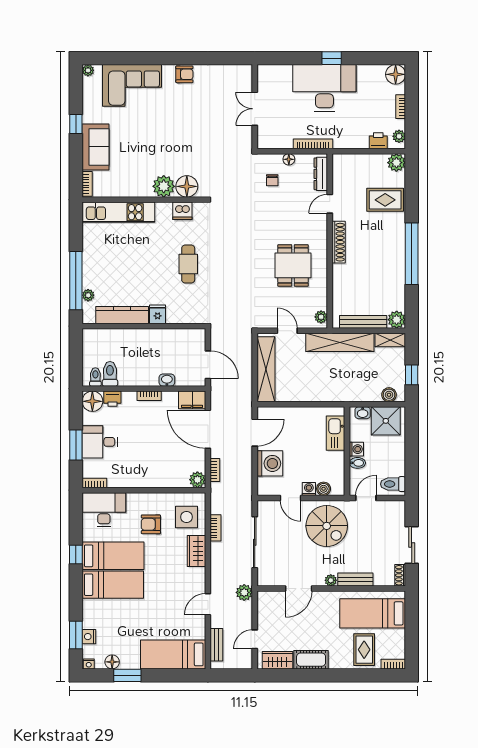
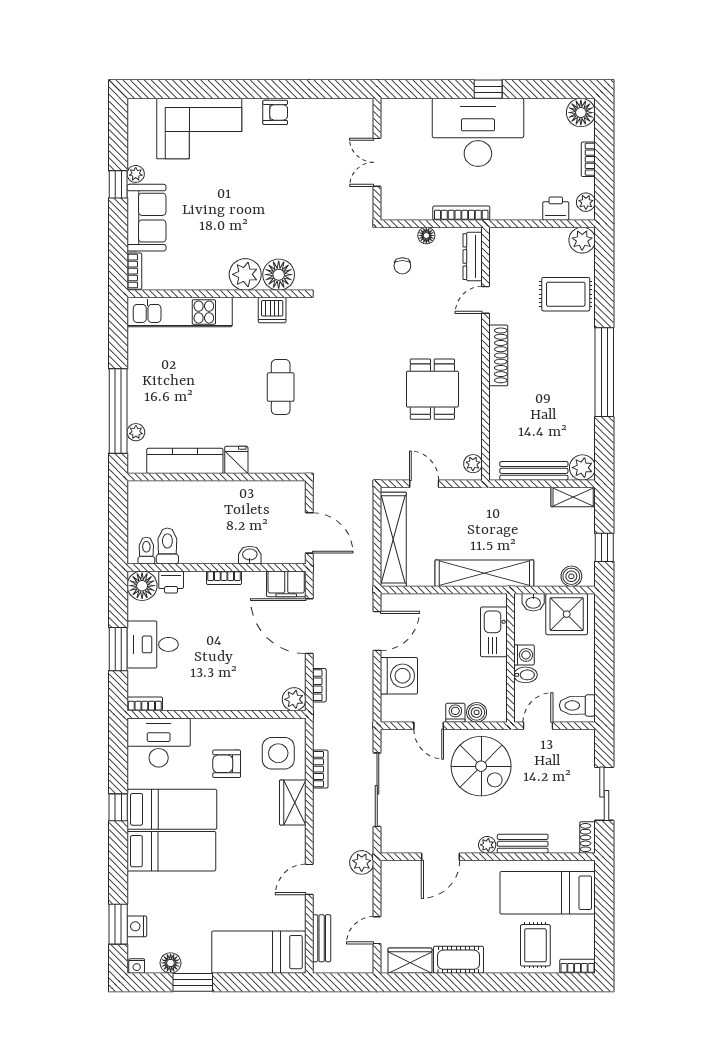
plant: (88, 70) -> (136, 174), moved
shelving: (340, 342) -> (484, 573), moved

